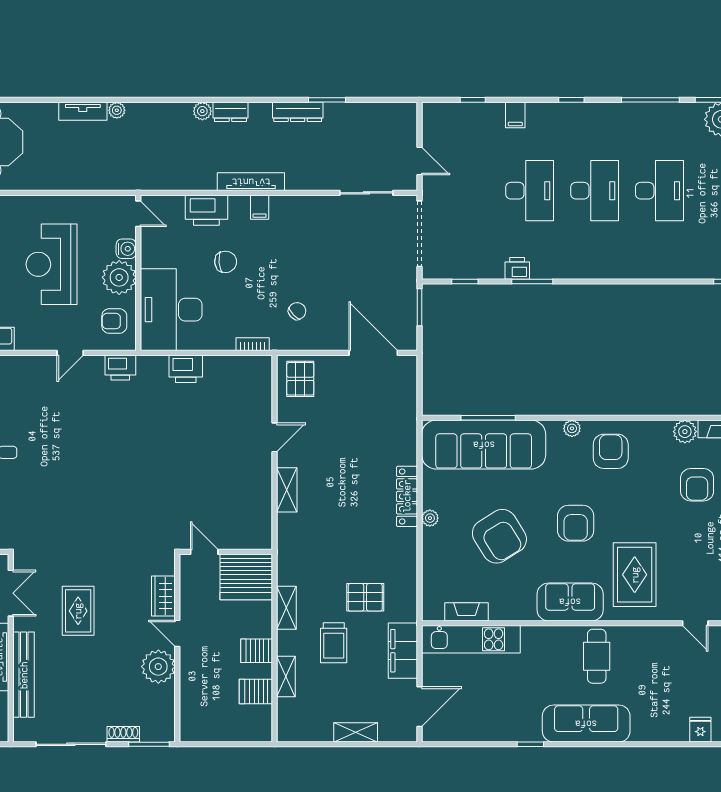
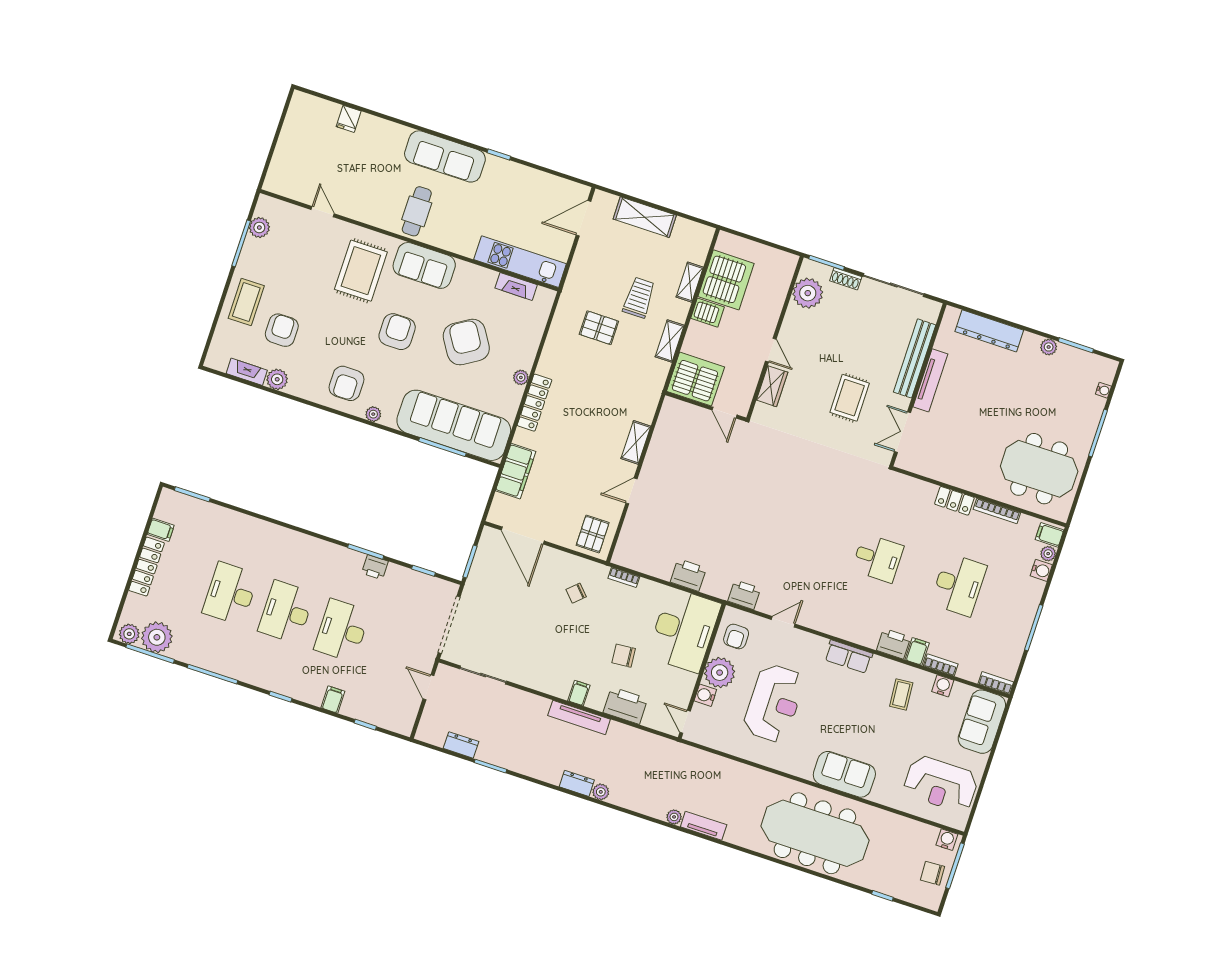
dresser: (298, 112) -> (461, 745), moved, width x0.70
armchair: (114, 321) -> (736, 636), turned 90
filing cabinet: (403, 651) -> (516, 471), moved
plant: (158, 667) -> (808, 293), moved
server rack: (256, 692) -> (726, 280), width x2.18, depth x1.44
shelving: (356, 732) -> (645, 217), width x1.50, depth x1.33

